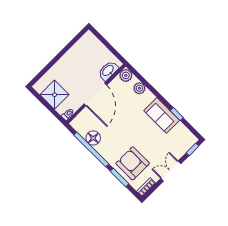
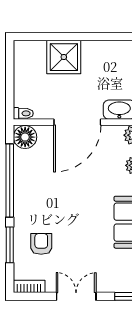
shower: (54, 95) -> (64, 57), moved
floor lamp: (93, 138) -> (25, 137), moved
armchair: (133, 163) -> (41, 244), width x0.53, depth x0.53

